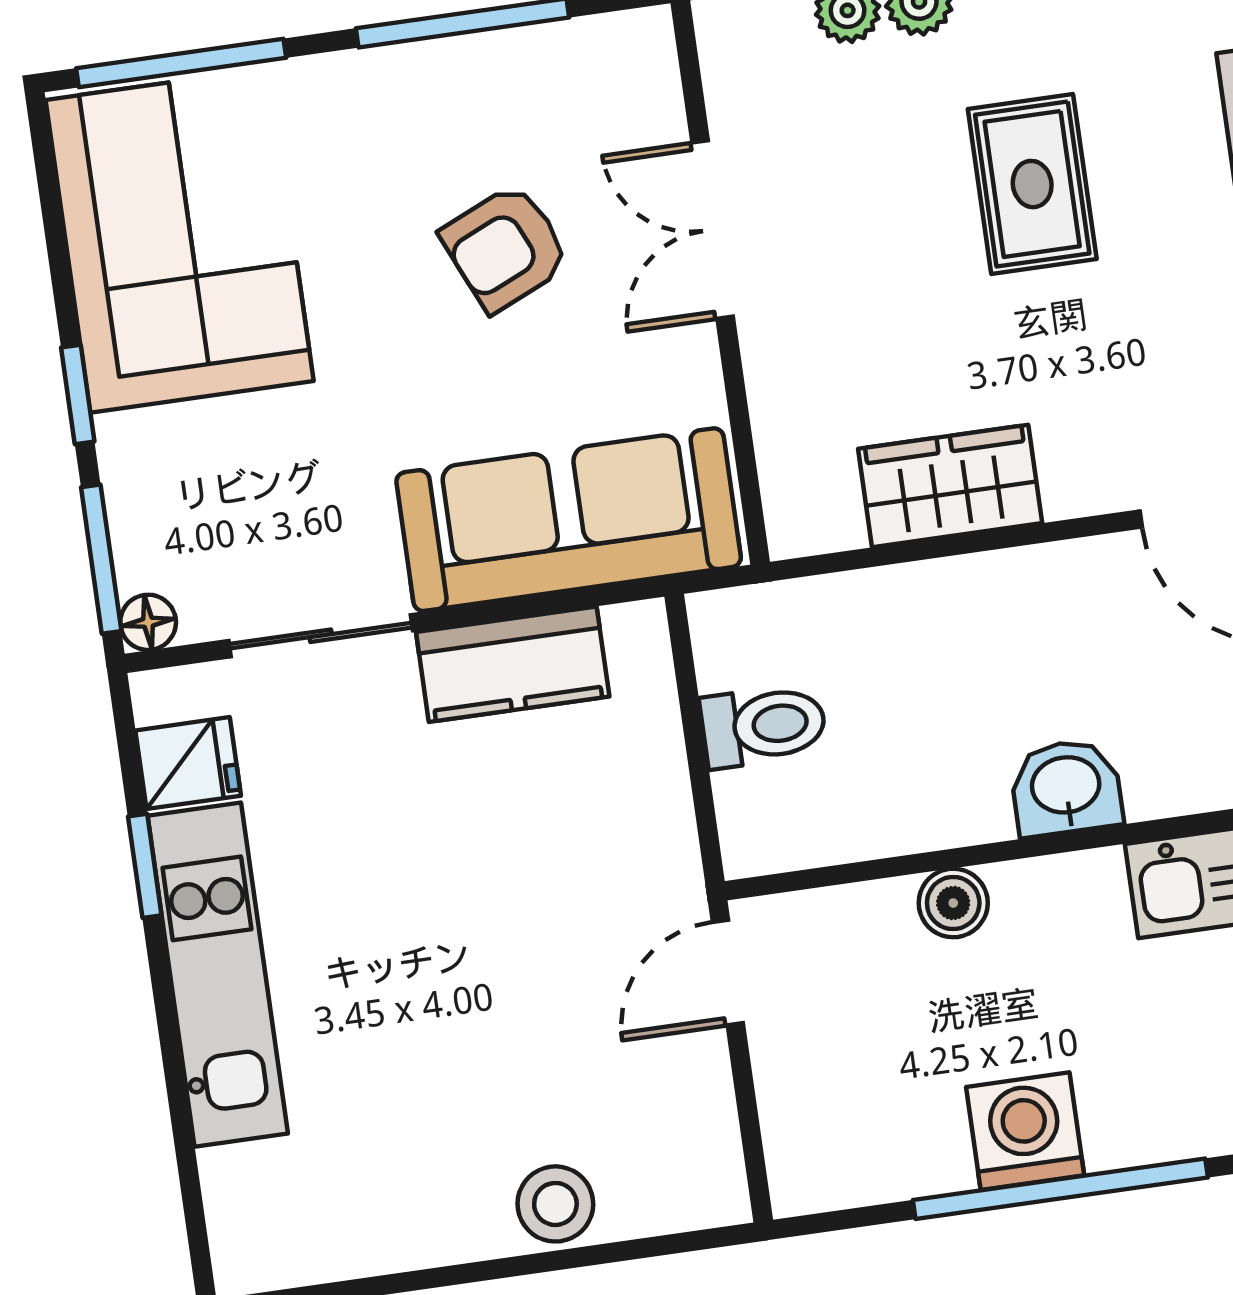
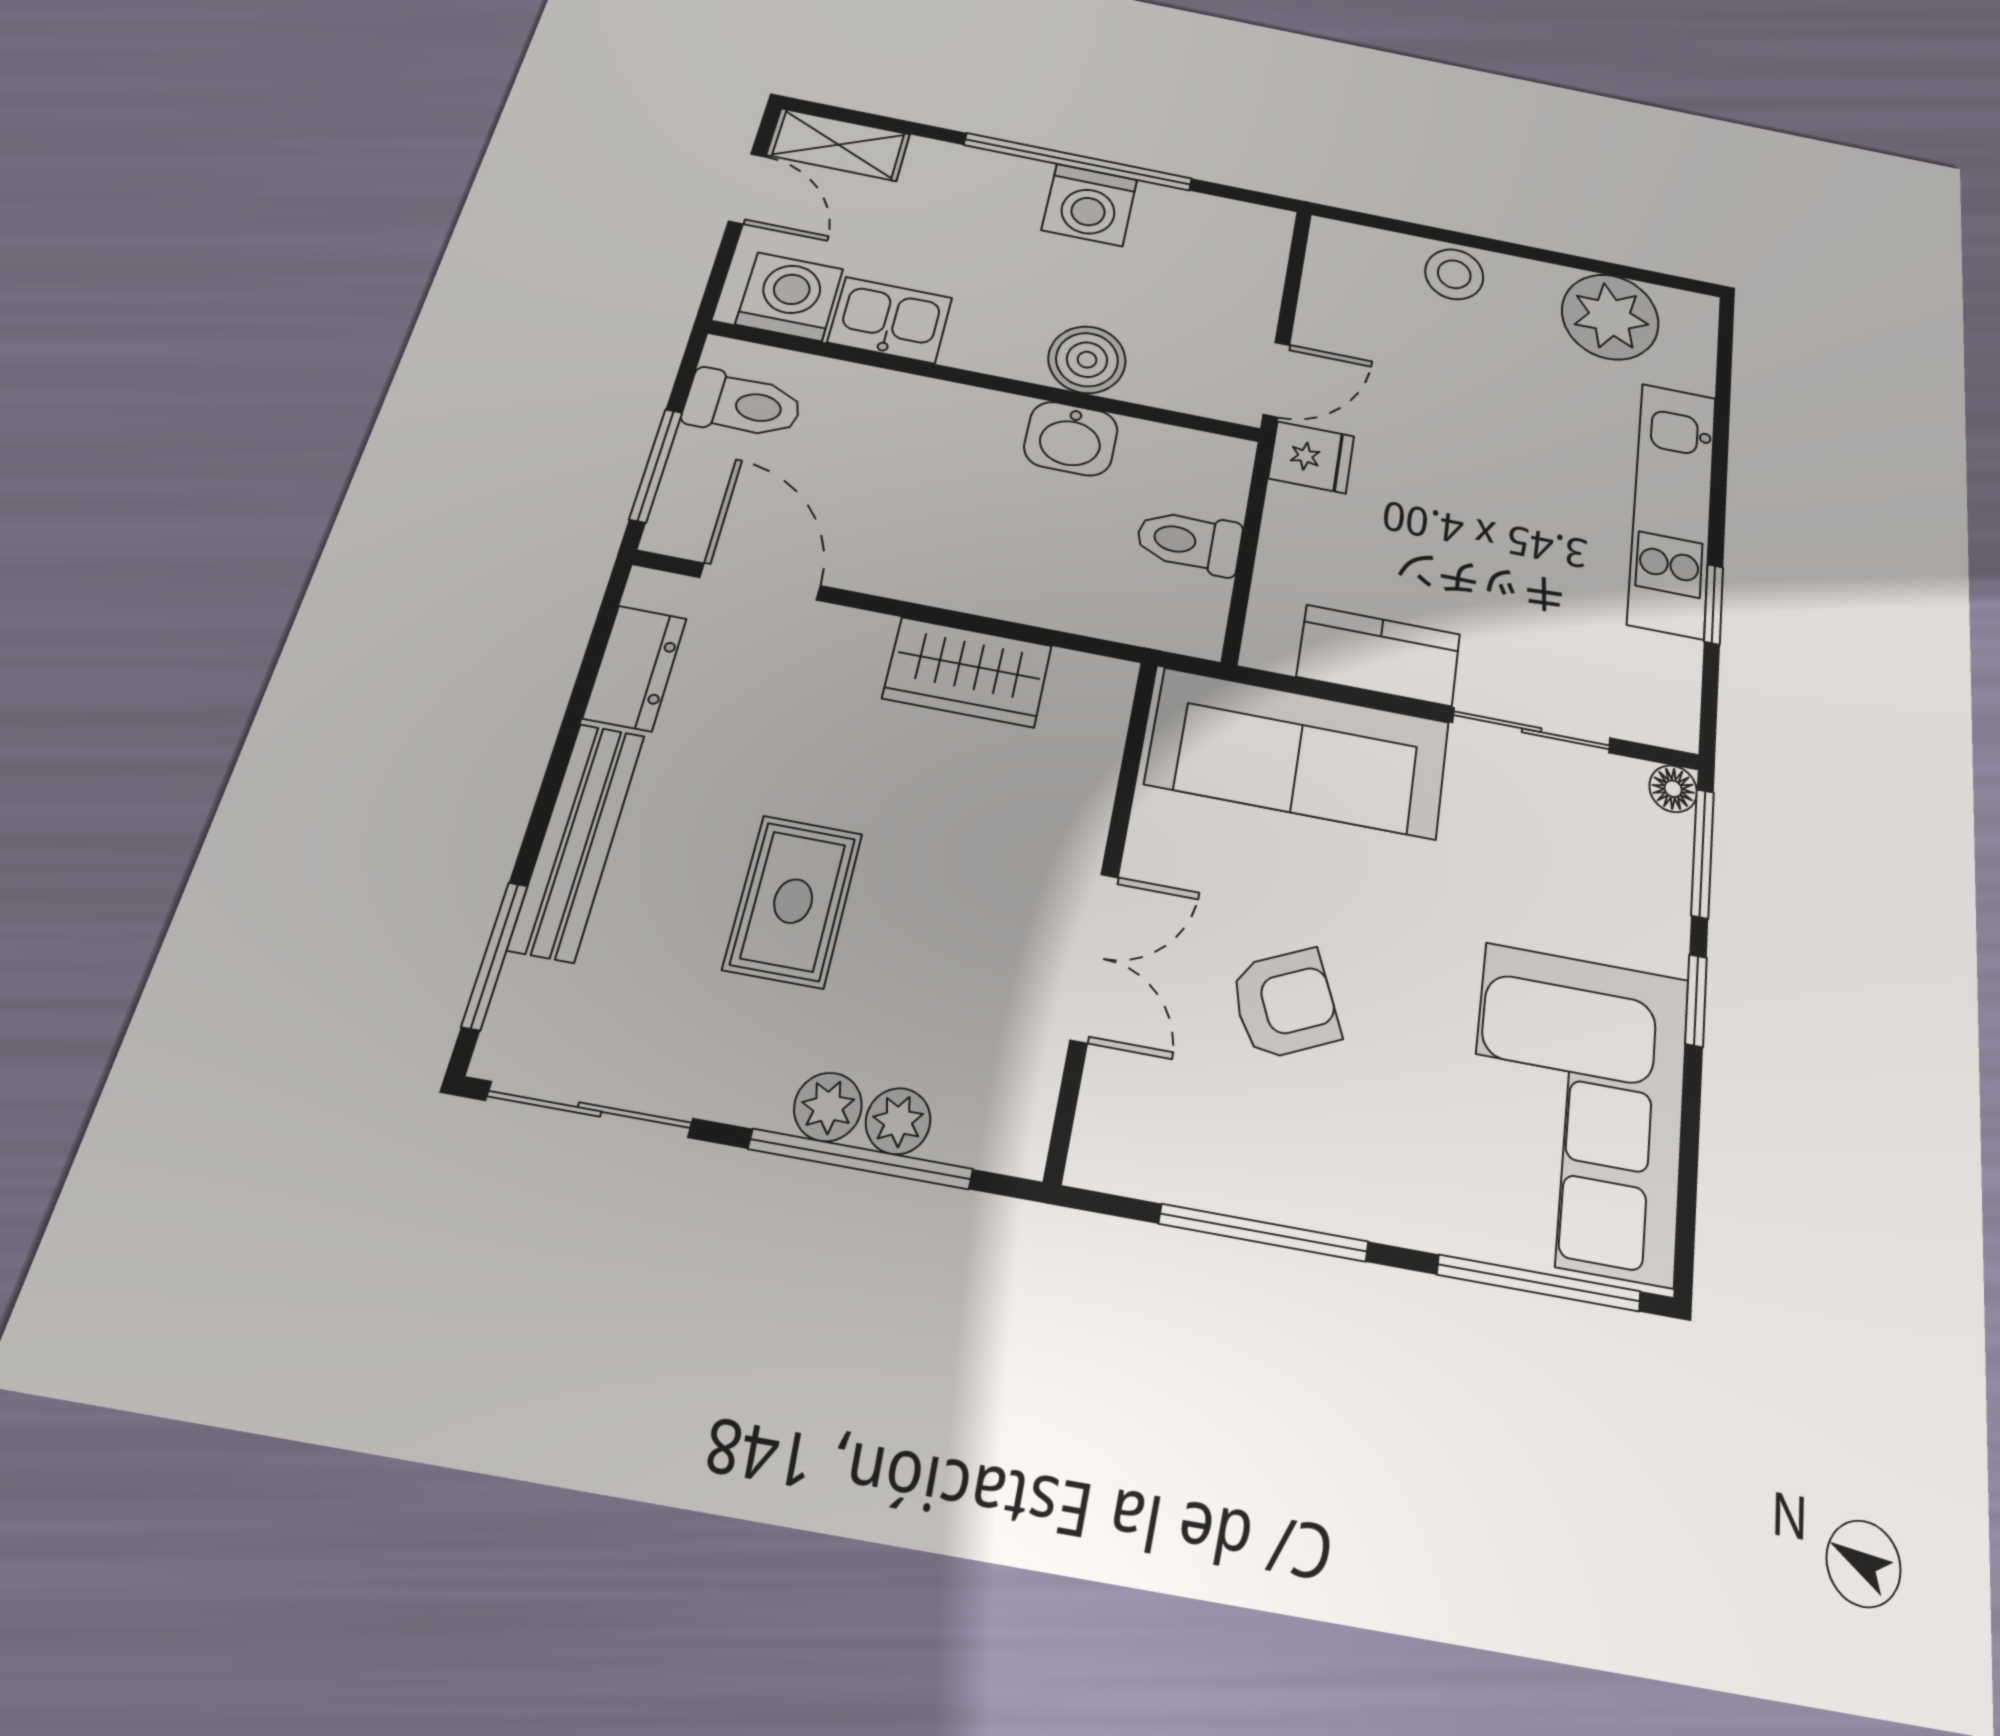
fridge: (188, 763) -> (1311, 457), moved, turned 180
washbasin: (1066, 787) -> (1071, 439), moved
boiler: (953, 903) -> (1087, 360), width x1.36, depth x1.36
plant: (348, 1216) -> (1610, 317), added

